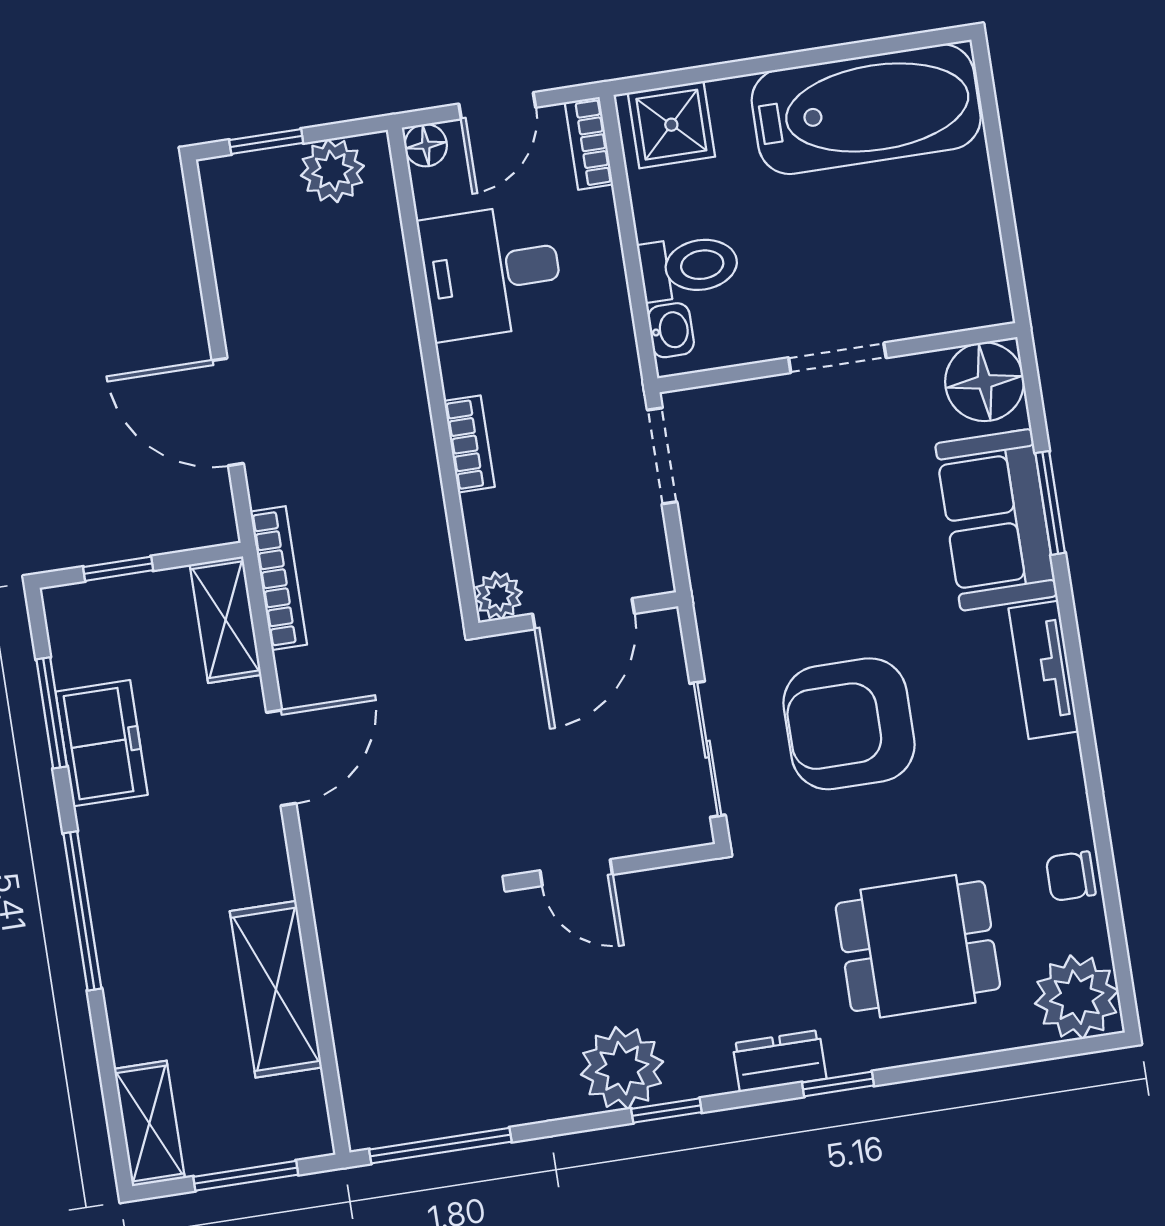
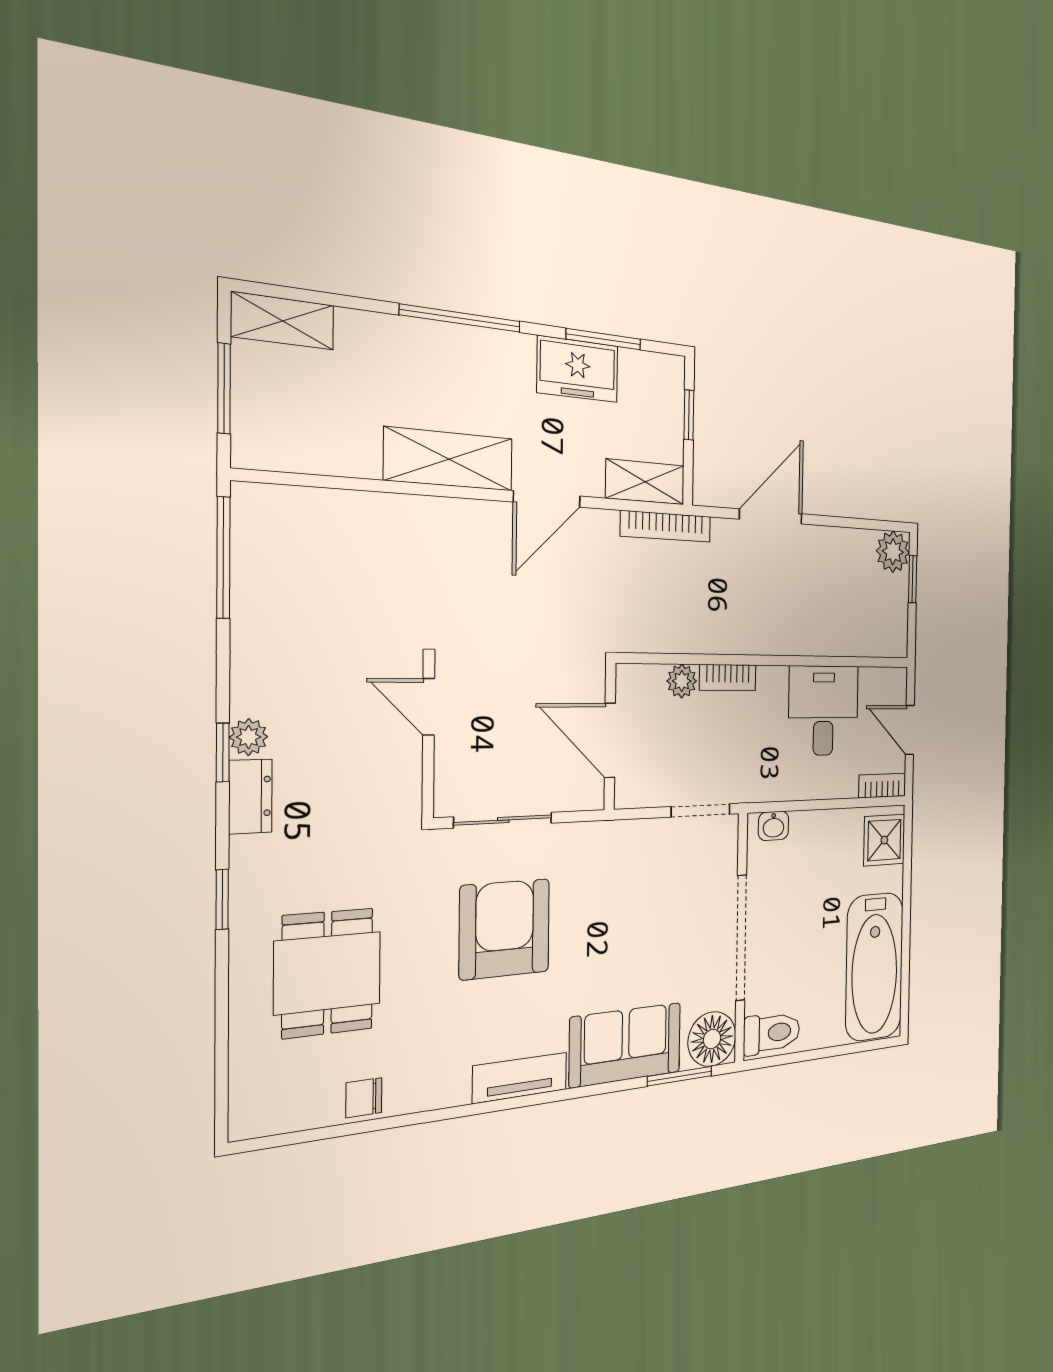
floor lamp: (426, 145) -> (896, 681), removed
plant: (332, 171) -> (893, 552), moved
toilet: (689, 267) -> (772, 1033), moved, turned -90
doorway: (837, 358) -> (741, 938), width x1.87
window: (1050, 503) -> (680, 1076), moved
plant: (498, 596) -> (682, 681), moved
door: (281, 758) -> (547, 499), hinge flipped
door: (576, 873) -> (429, 707), hinge flipped
chair: (1071, 876) -> (364, 1098), turned -90
shelving: (276, 989) -> (449, 459), moved
plant: (1077, 997) -> (264, 1102), removed
dresser: (779, 1061) -> (250, 796), moved
plant: (622, 1068) -> (249, 737), width x0.53, depth x0.53

